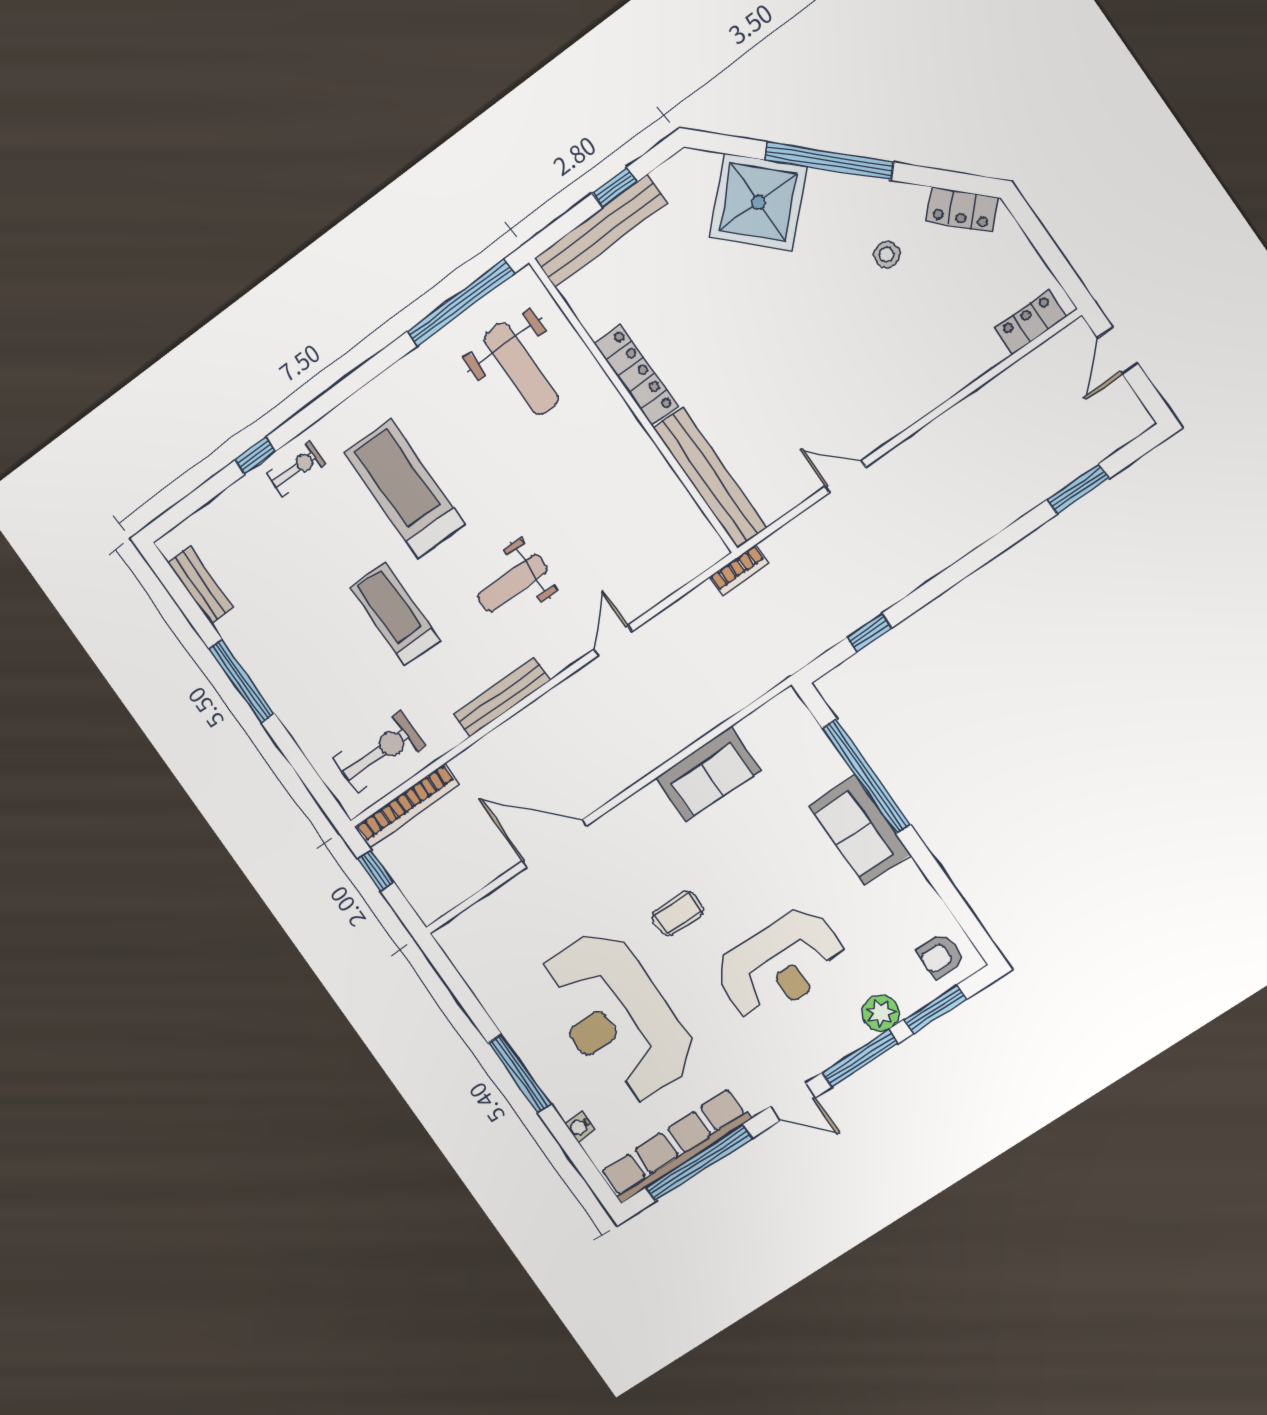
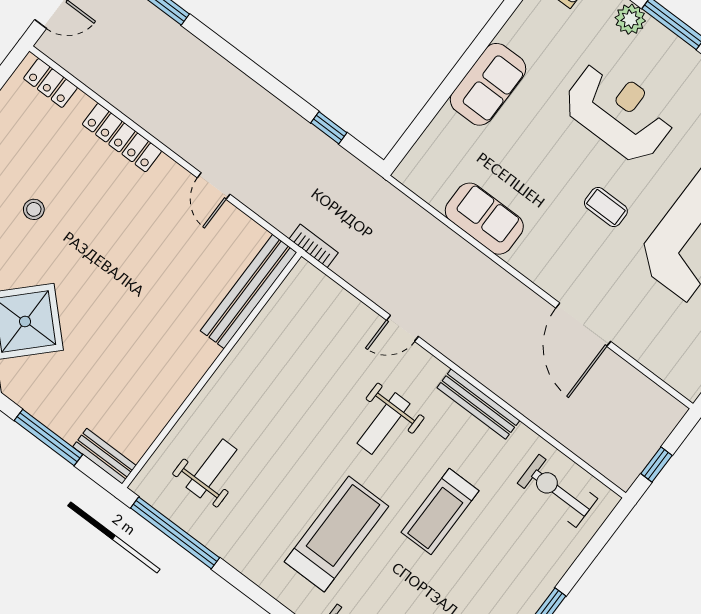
window: (615, 188) -> (48, 437), width x2.17
bench: (601, 231) -> (105, 456), width x0.54, depth x0.82
weight bench: (521, 369) -> (211, 468), width x0.73, depth x0.75
locker: (636, 375) -> (122, 138), moved, turned -90
treadmill: (405, 489) -> (336, 534), turned 180
weight bench: (512, 583) -> (384, 424), turned 90
window: (866, 776) -> (443, 93), removed
bookcase: (407, 806) -> (594, 455), removed

